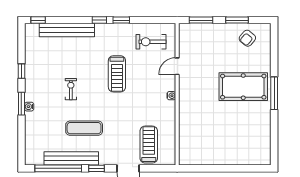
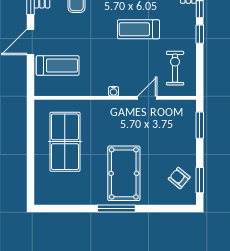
window: (237, 20) -> (200, 180), moved
door: (177, 66) -> (147, 98), hinge flipped
table tennis table: (216, 138) -> (65, 142), added

